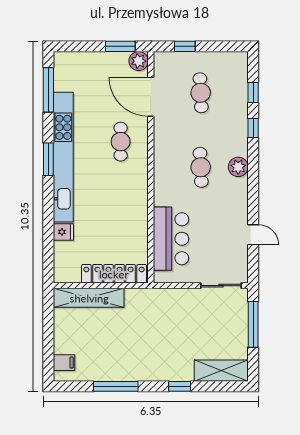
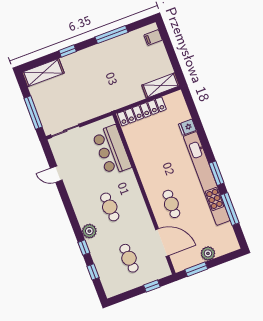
plant: (139, 61) -> (208, 253), moved
window: (48, 90) -> (230, 209), moved
plant: (238, 167) -> (89, 231), moved
shelving: (89, 298) -> (161, 85), width x0.68

